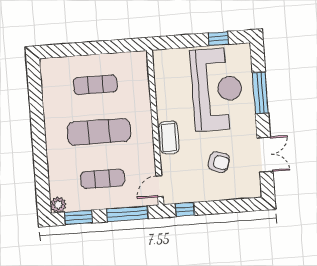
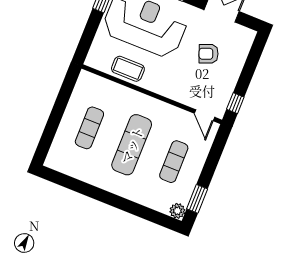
coffee table: (169, 137) -> (128, 69), moved
armchair: (219, 162) -> (209, 54), turned -131
window: (127, 214) -> (215, 155), removed

